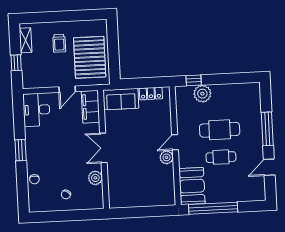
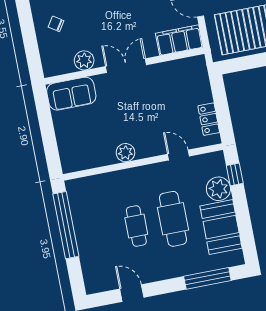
sofa: (121, 99) -> (71, 94), moved, turned -90
window: (267, 129) -> (207, 278), moved
door: (175, 142) -> (178, 155), moved
booth: (192, 186) -> (221, 227), moved, turned 90

